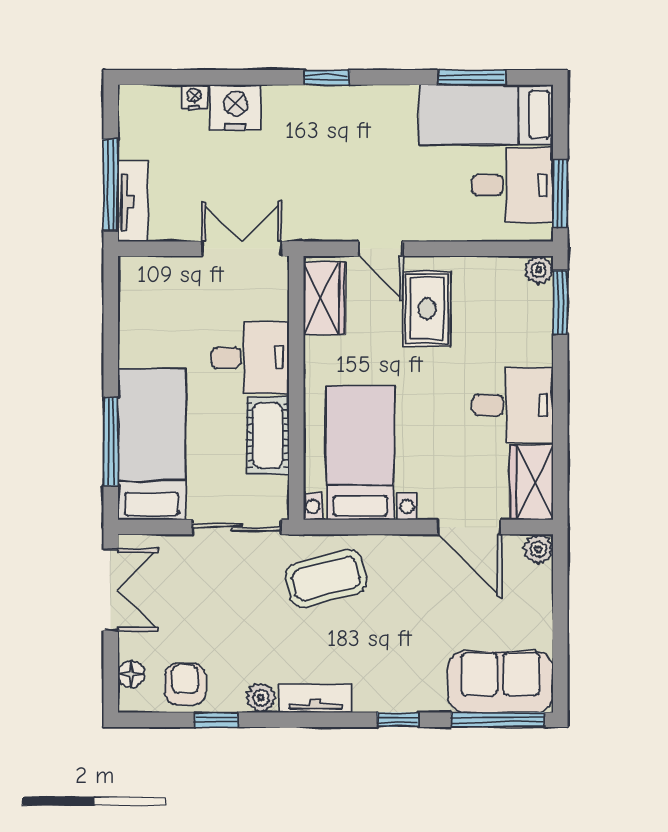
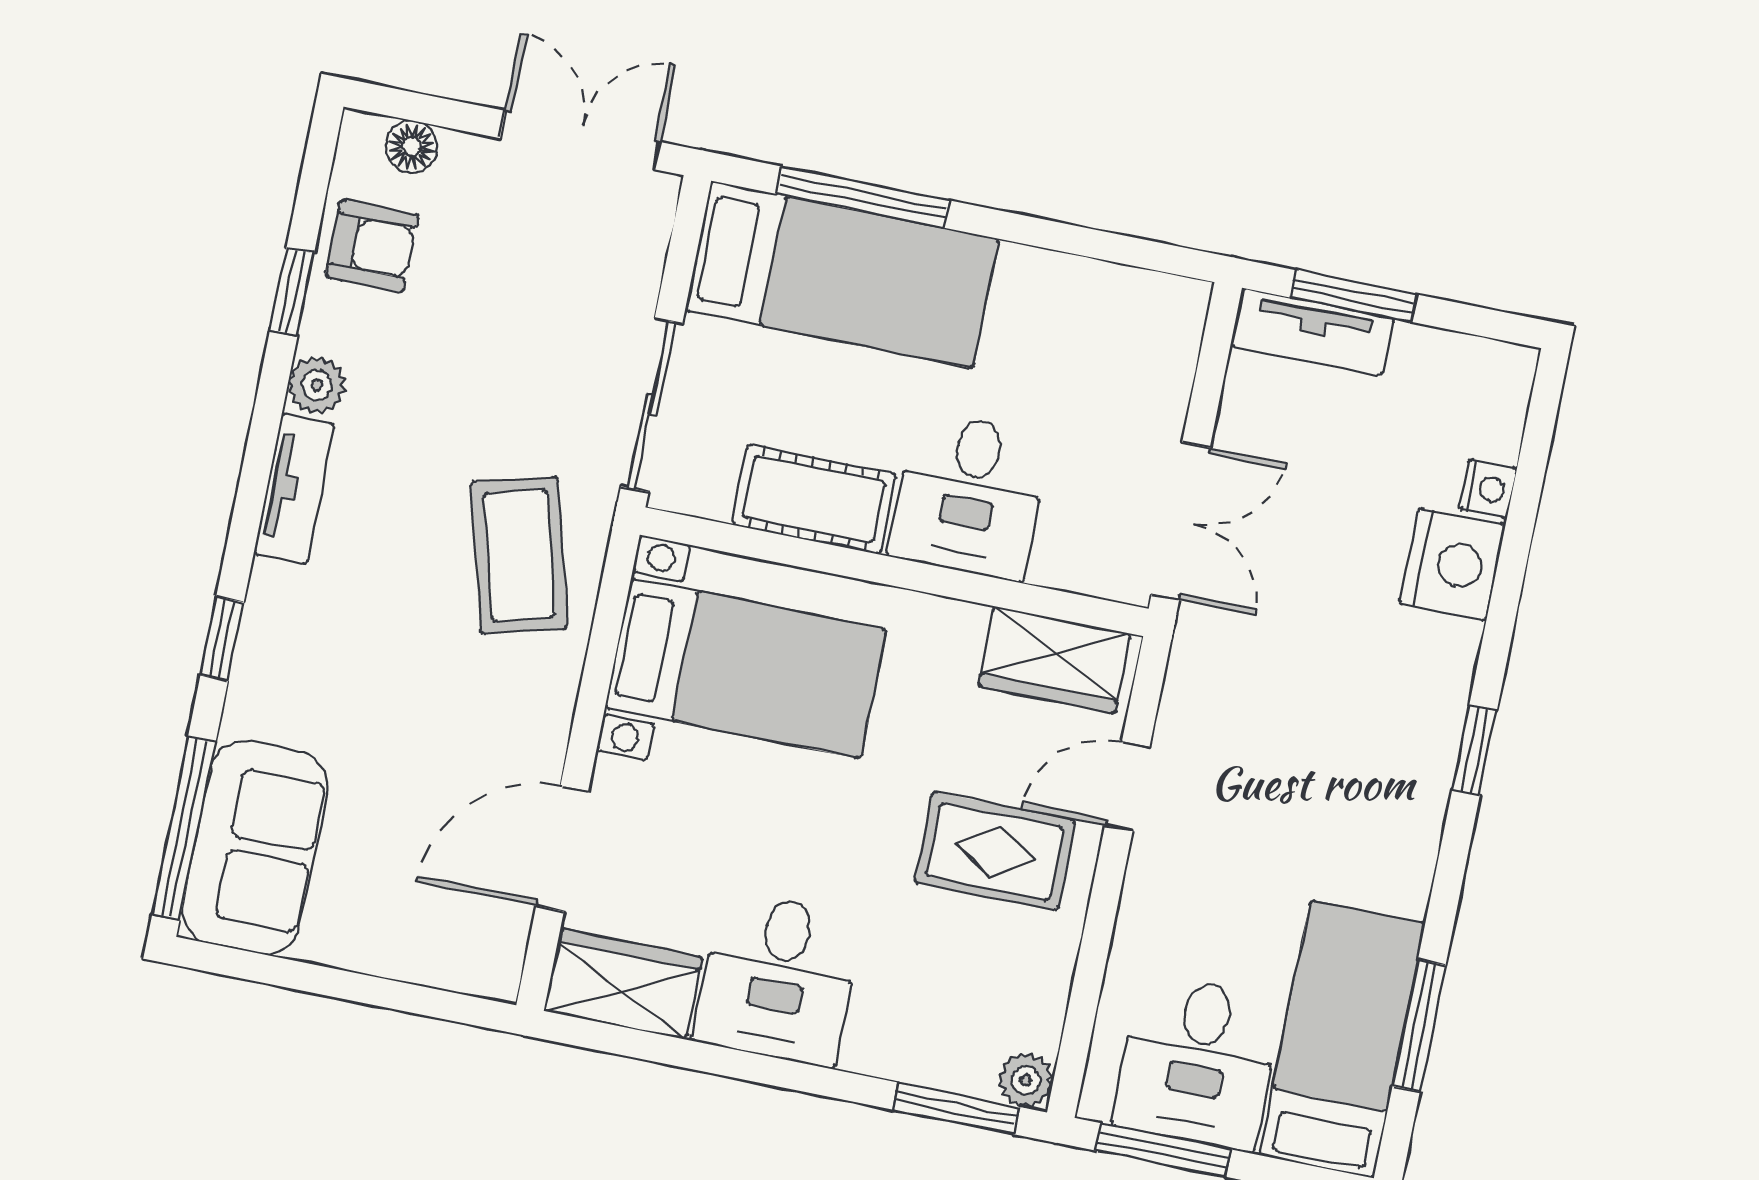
window: (111, 185) -> (1353, 296), width x0.69
plant: (538, 549) -> (494, 971), removed
double door: (111, 590) -> (580, 140), swing flipped

